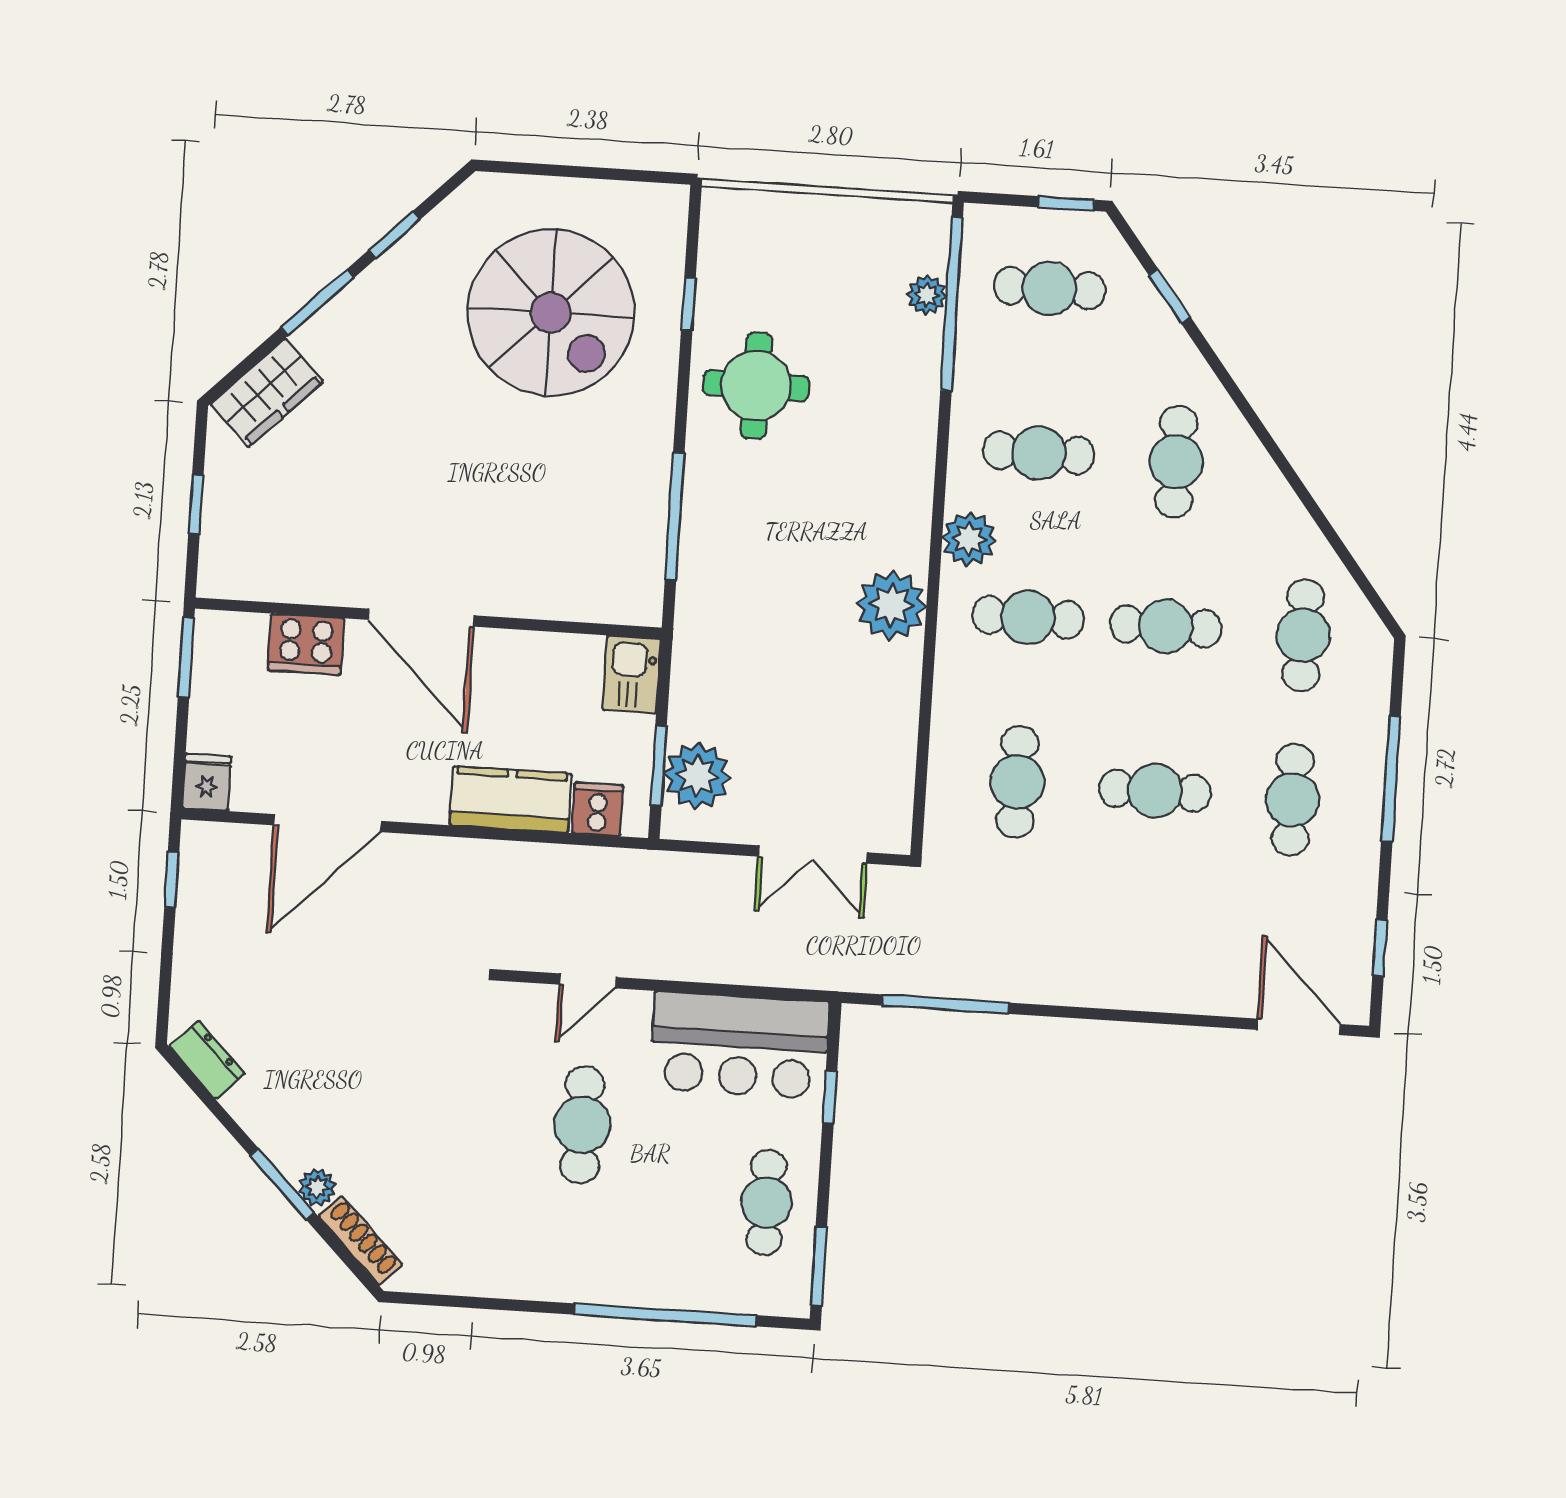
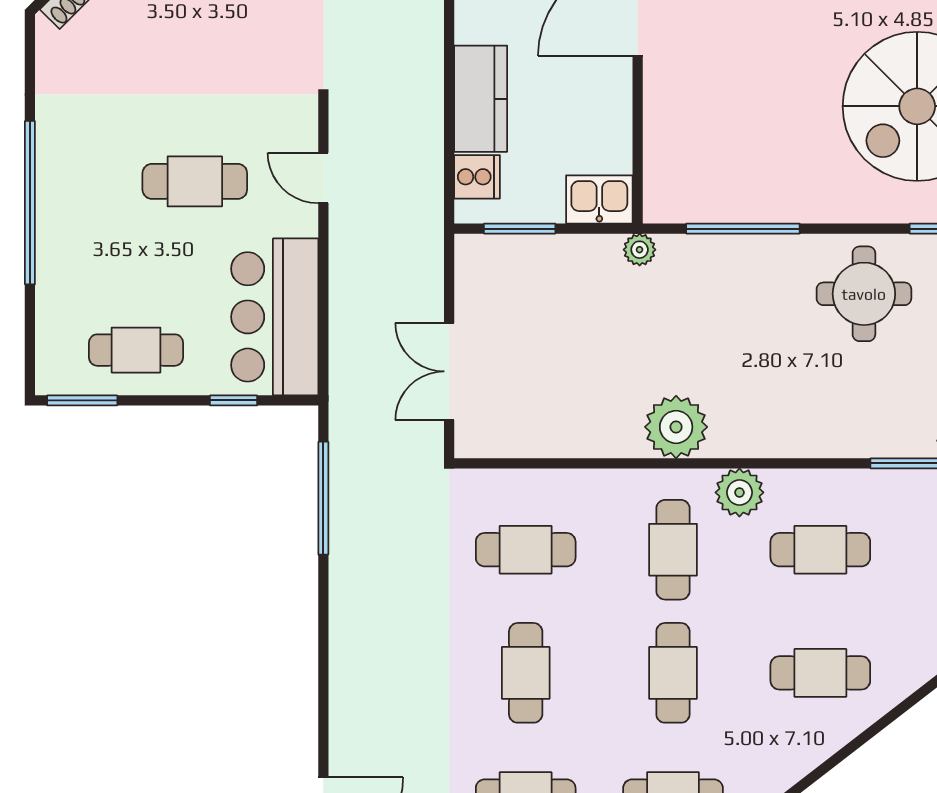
cafe table: (1039, 453) -> (820, 550), turned 90
plant: (697, 776) -> (640, 250), moved, width x0.53, depth x0.53
window: (665, 1315) -> (30, 203), moved

